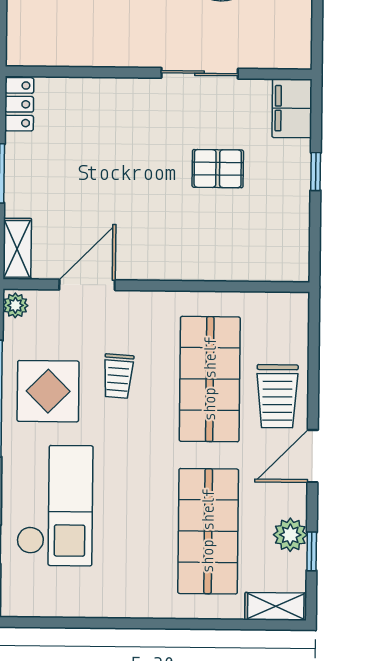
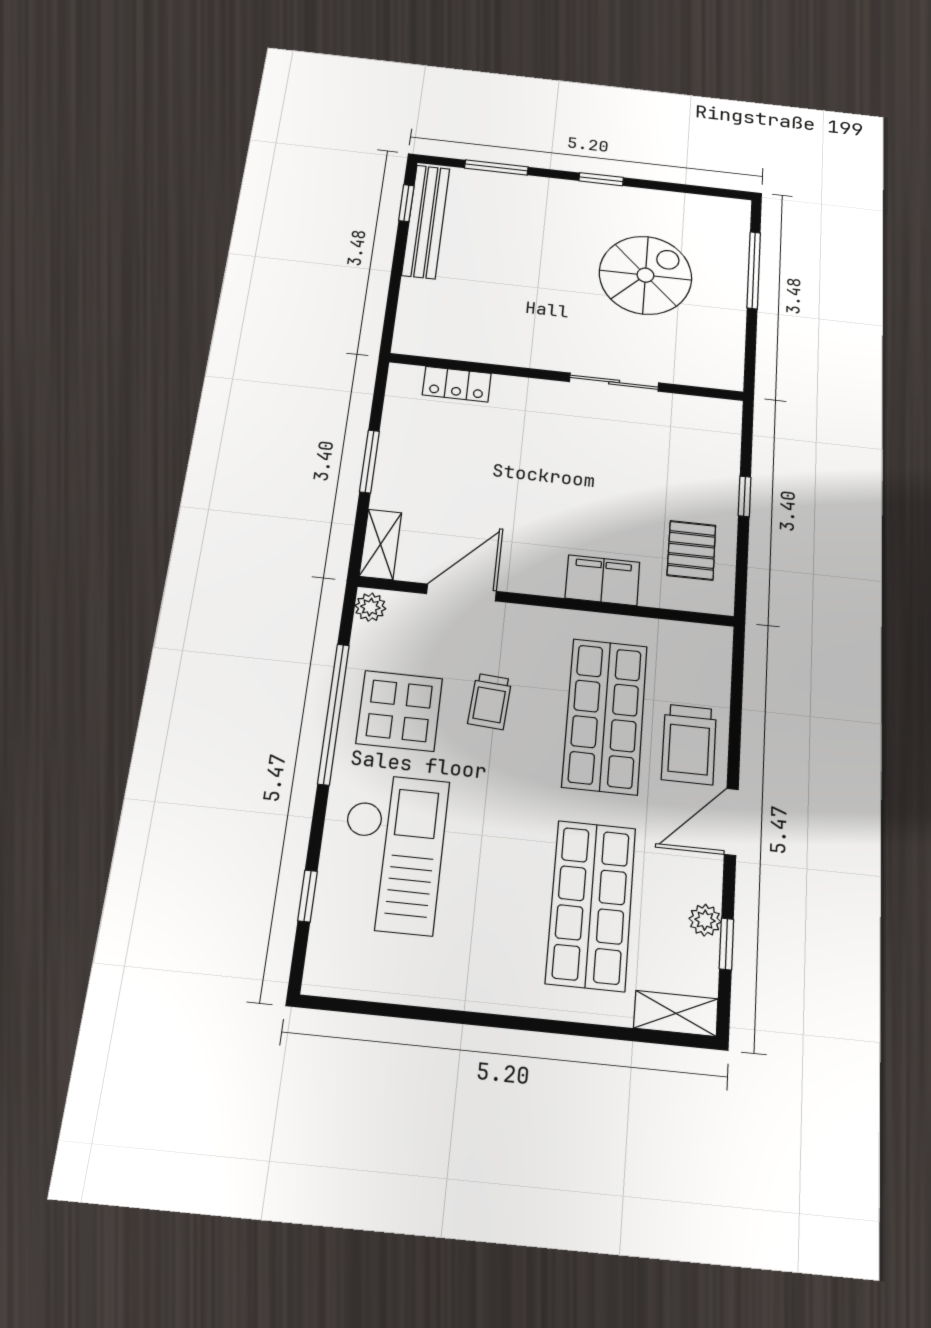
locker: (19, 104) -> (457, 384), moved, turned 90
filing cabinet: (292, 108) -> (603, 580), moved, turned 90
pallet: (218, 169) -> (691, 550), moved, turned 90
plant: (290, 535) -> (705, 920), width x0.73, depth x0.73

